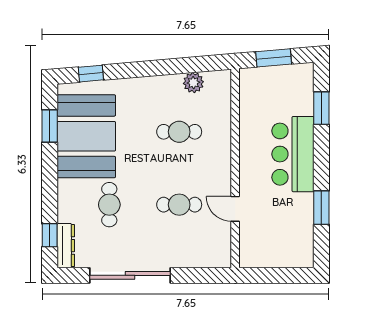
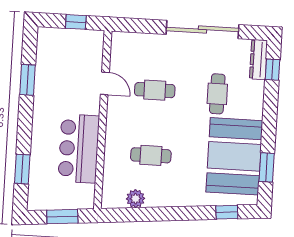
bar counter: (293, 154) -> (79, 149), moved, turned 180
window: (272, 275) -> (76, 22), added

